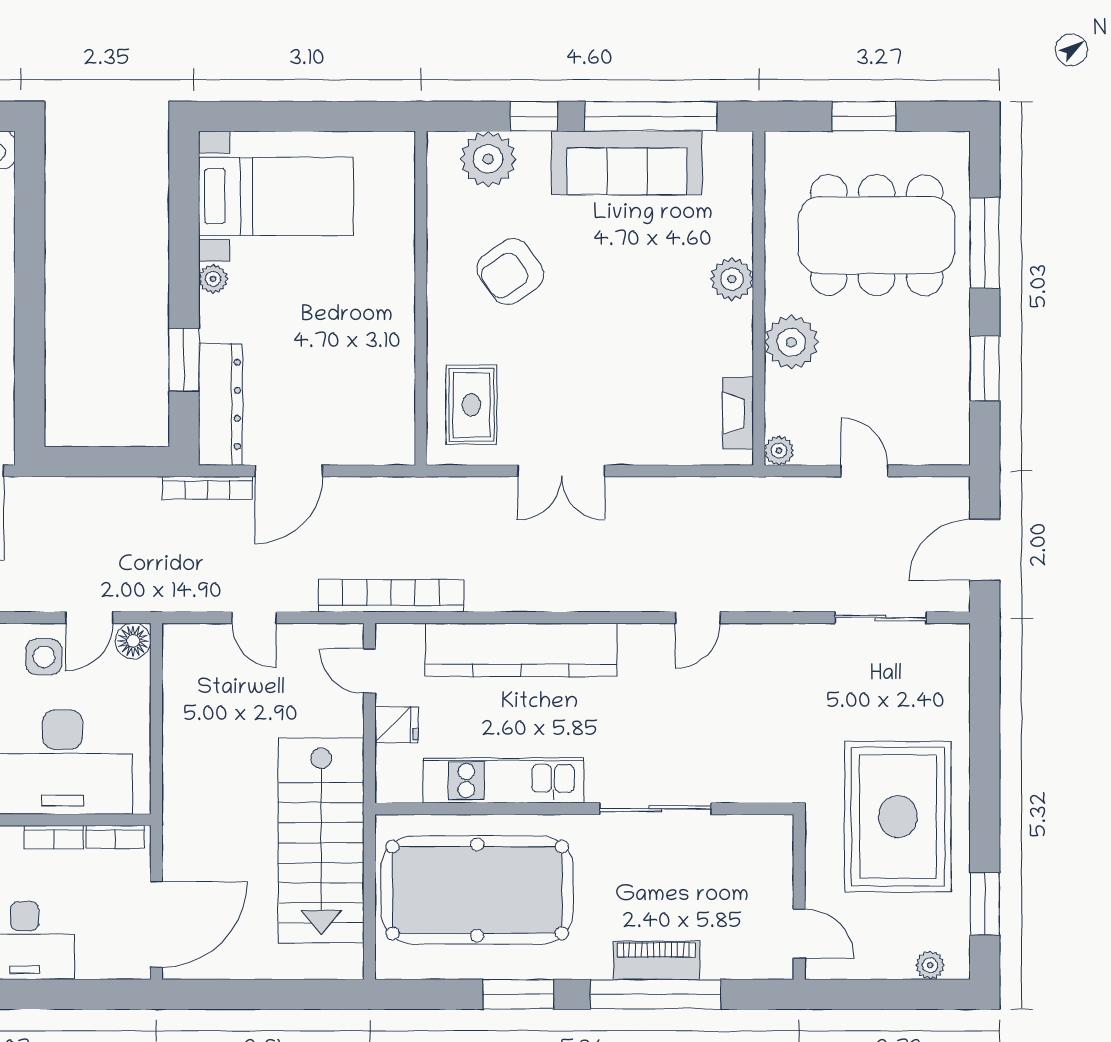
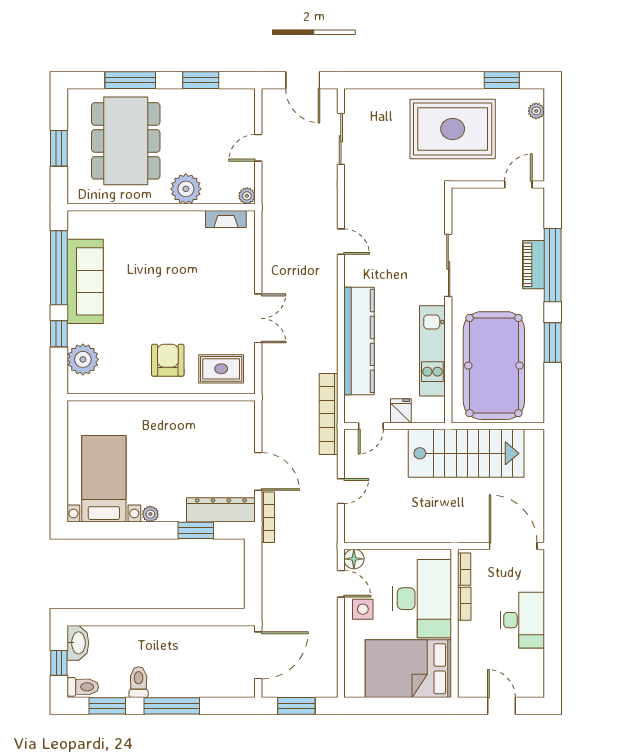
armchair: (510, 272) -> (168, 360), moved, turned -145
plant: (732, 279) -> (150, 222), removed

